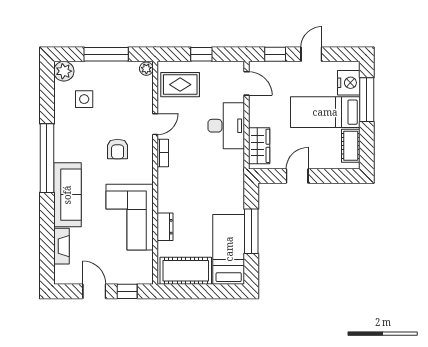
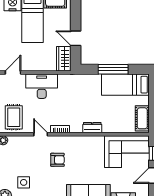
wardrobe: (259, 146) -> (64, 59), moved, turned -90
corner sofa: (130, 217) -> (127, 152), moved
dresser: (165, 227) -> (92, 128), moved
cot: (186, 271) -> (142, 118), width x0.73, depth x0.75

